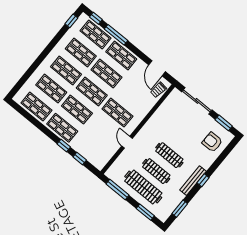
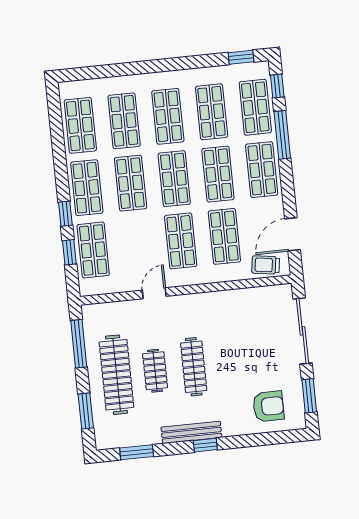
shop shelf: (132, 95) -> (224, 236), added
armchair: (212, 142) -> (268, 406), turned 90
shop shelf: (88, 149) -> (93, 250), added
clothes rail: (156, 171) -> (155, 371), width x0.73

